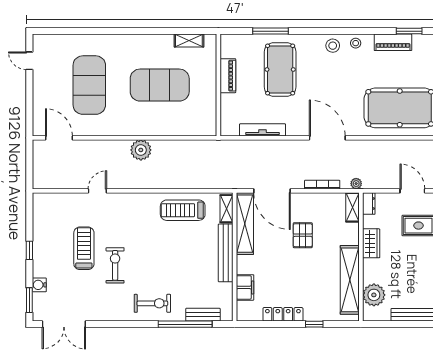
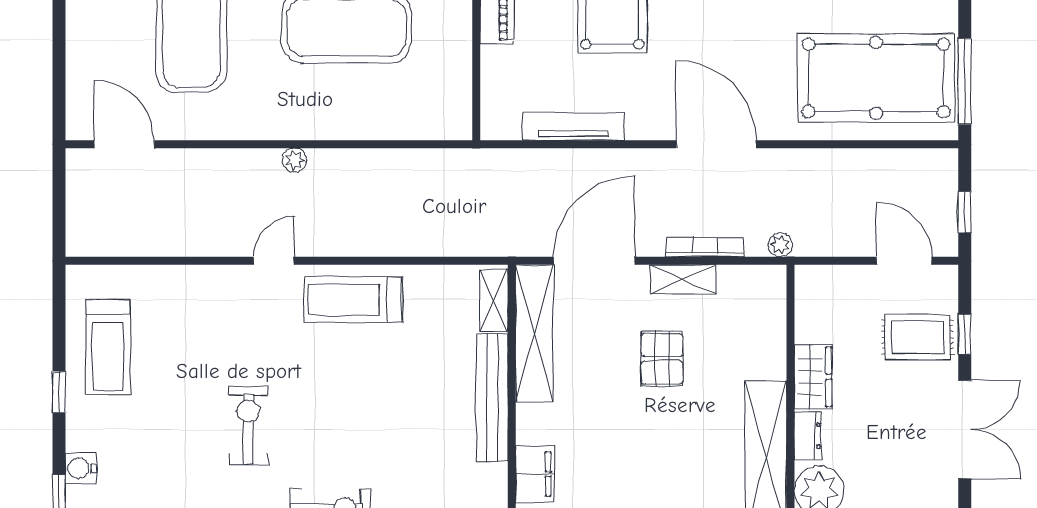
plant: (141, 150) -> (294, 160), width x0.53, depth x0.53
door: (97, 191) -> (274, 261), moved
door: (272, 191) -> (594, 261), swing flipped
dresser: (369, 204) -> (808, 436), moved
shelving: (352, 207) -> (683, 279), moved, turned 90
treadmill: (183, 210) -> (353, 300), moved
treadmill: (84, 248) -> (108, 347), moved, turned 180

